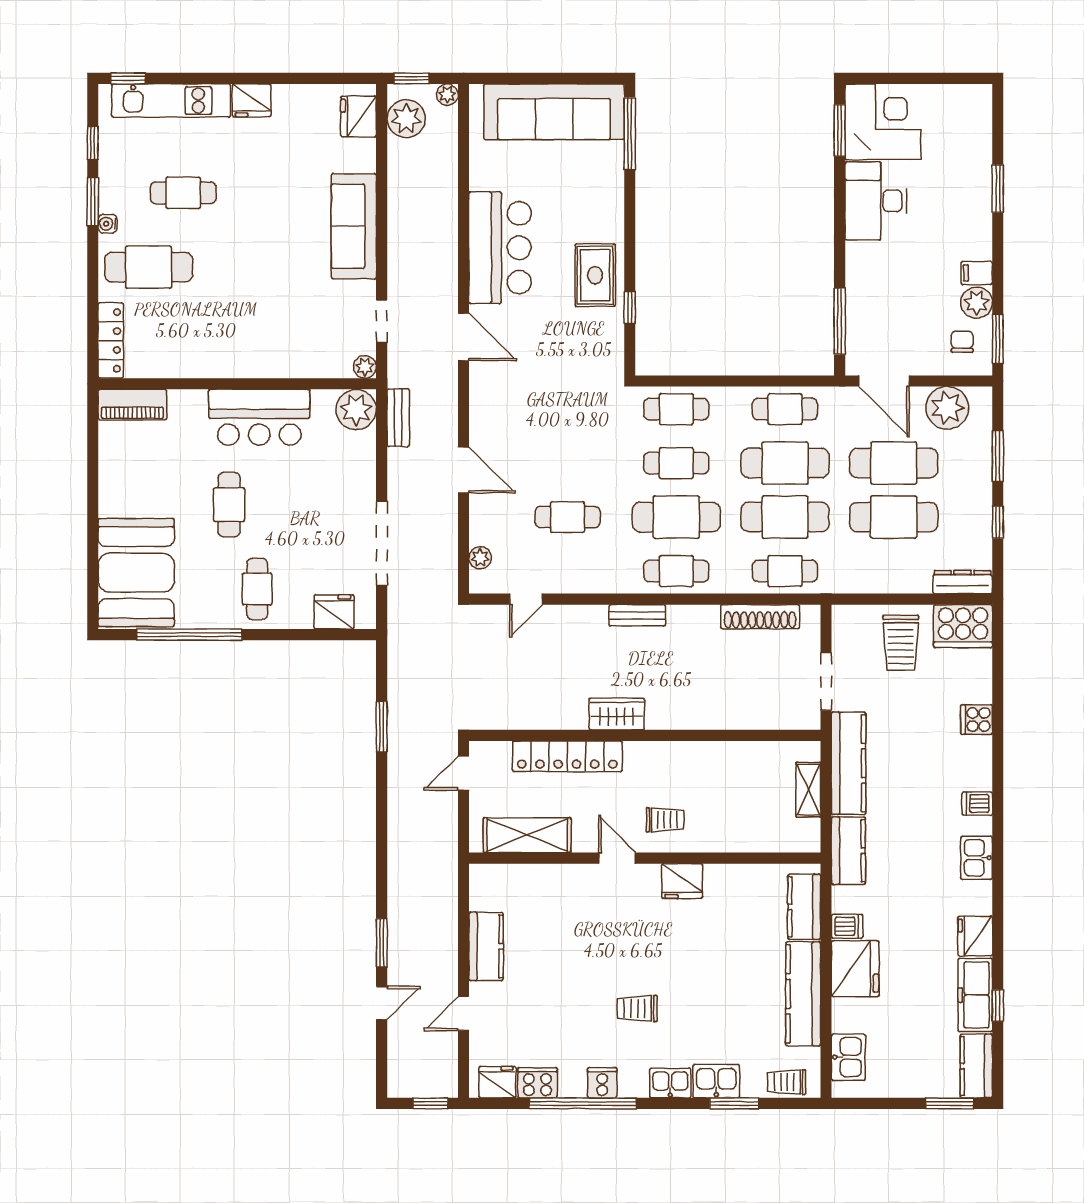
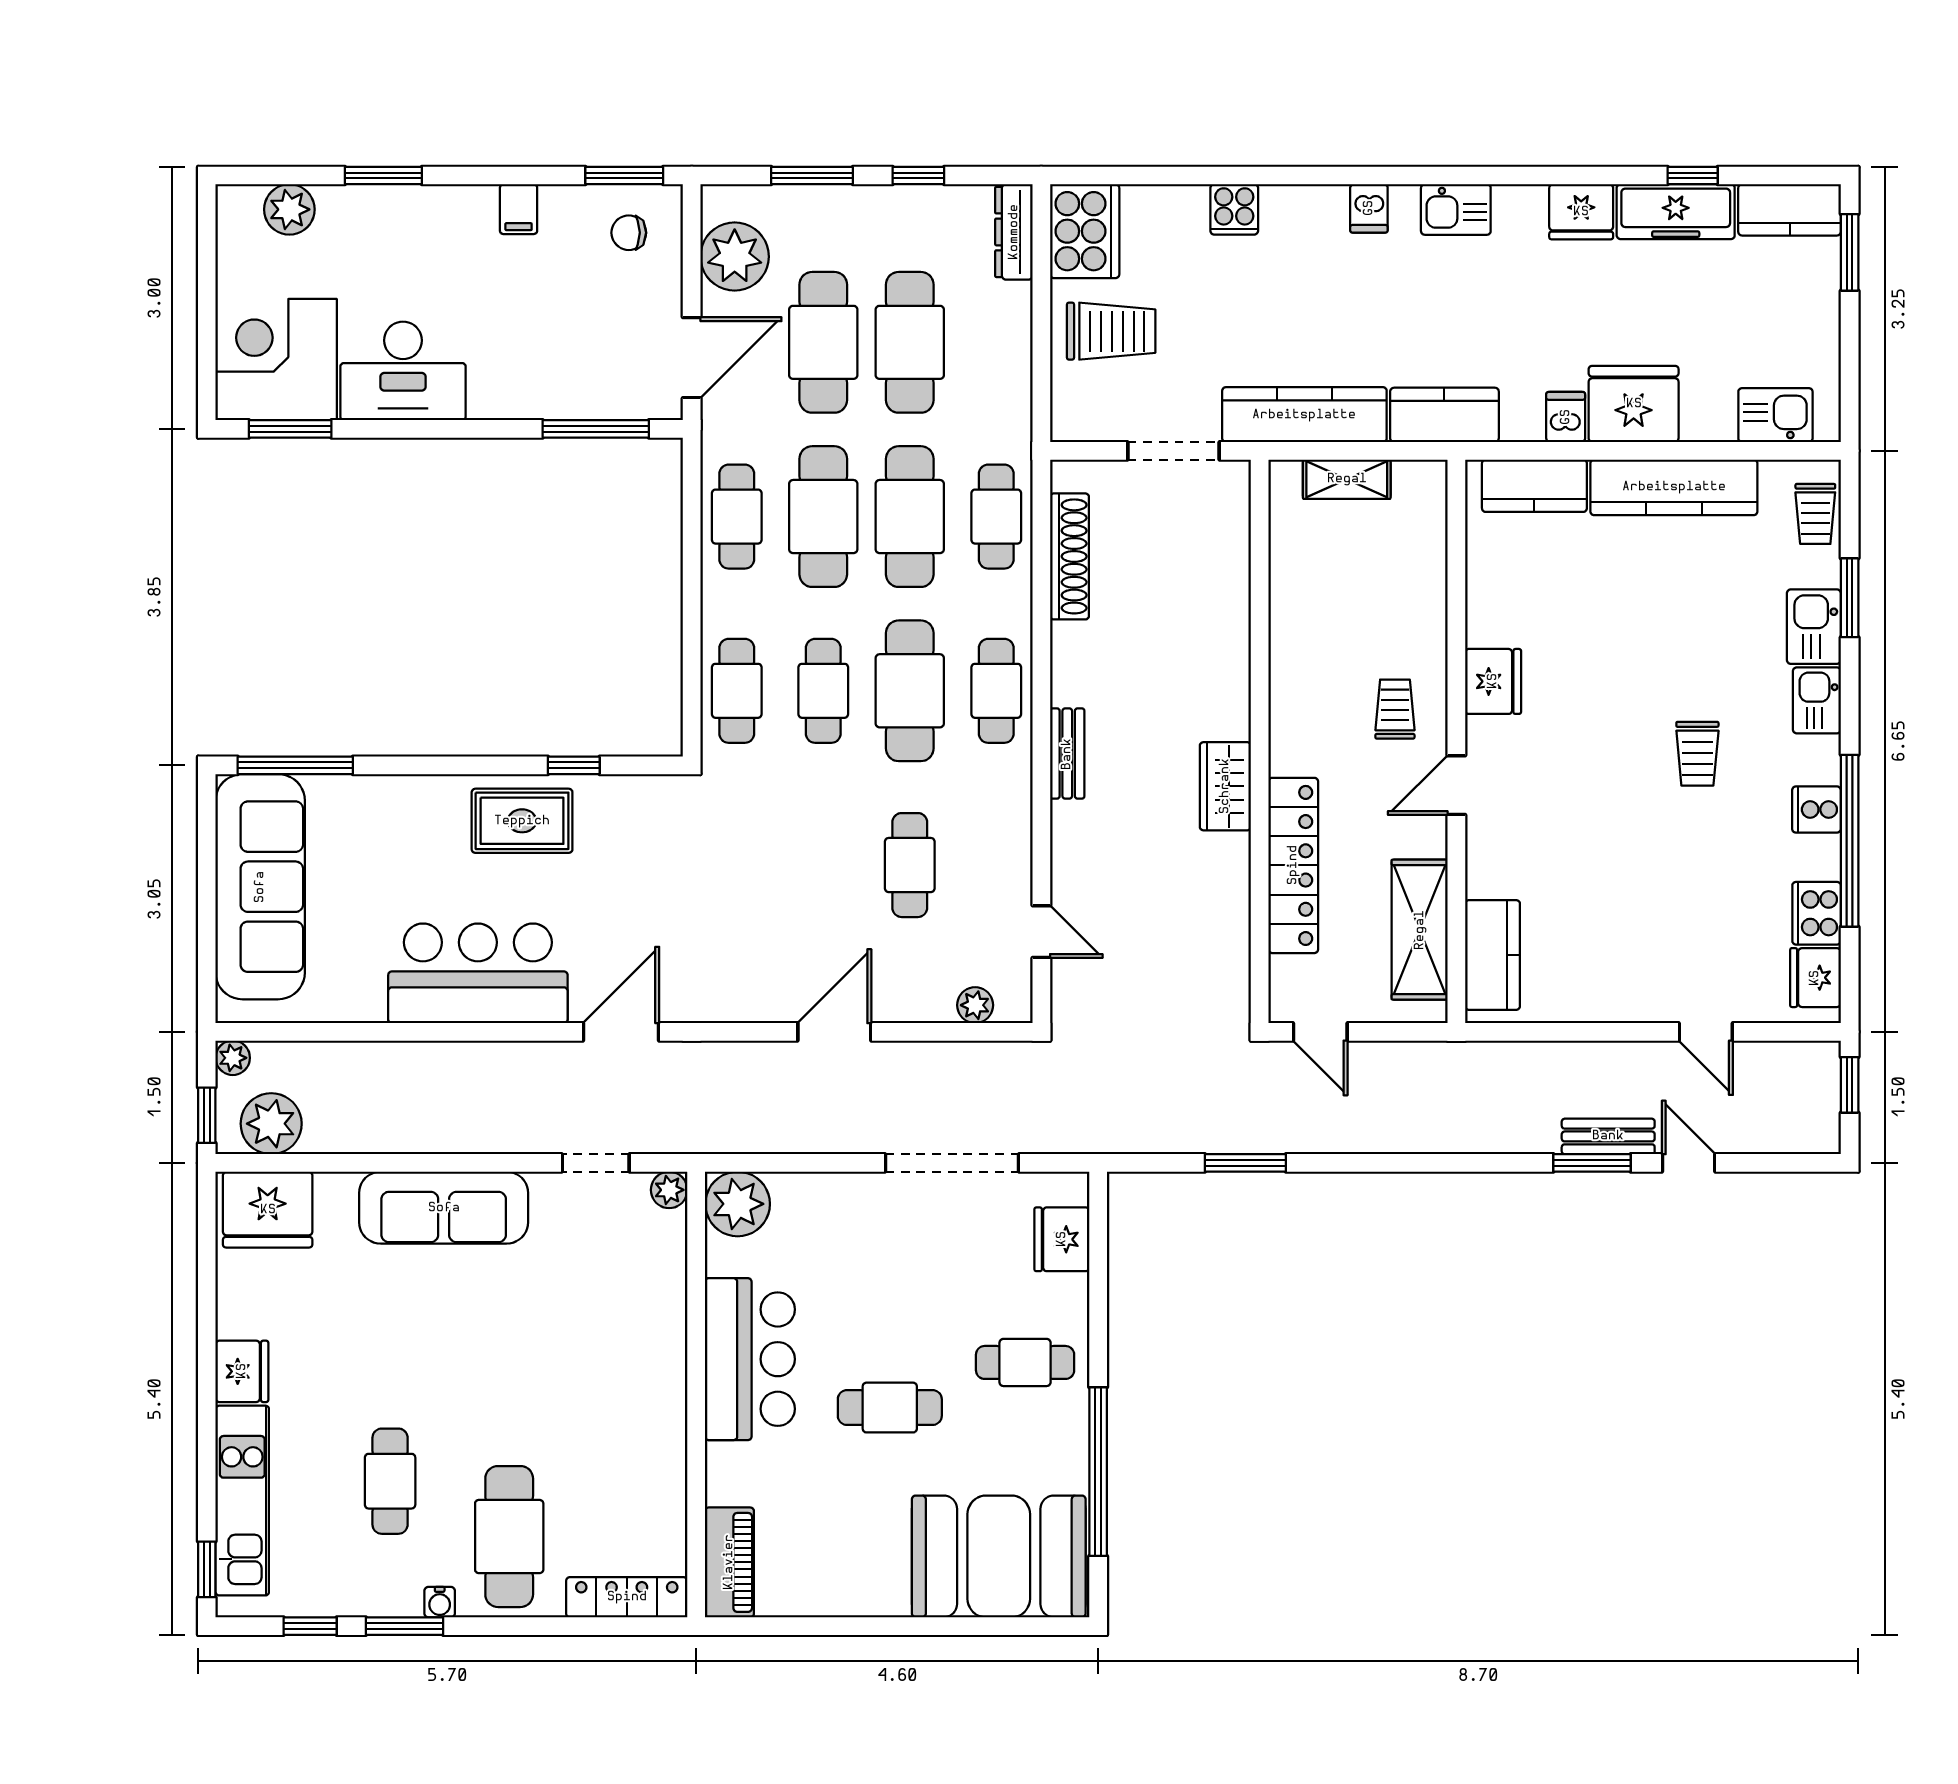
fridge: (359, 116) -> (268, 1210), width x1.36, depth x1.34
plant: (977, 303) -> (289, 209), moved
bench: (398, 418) -> (1608, 1136), moved
kitchen counter: (486, 946) -> (1493, 955), moved, turned 90

